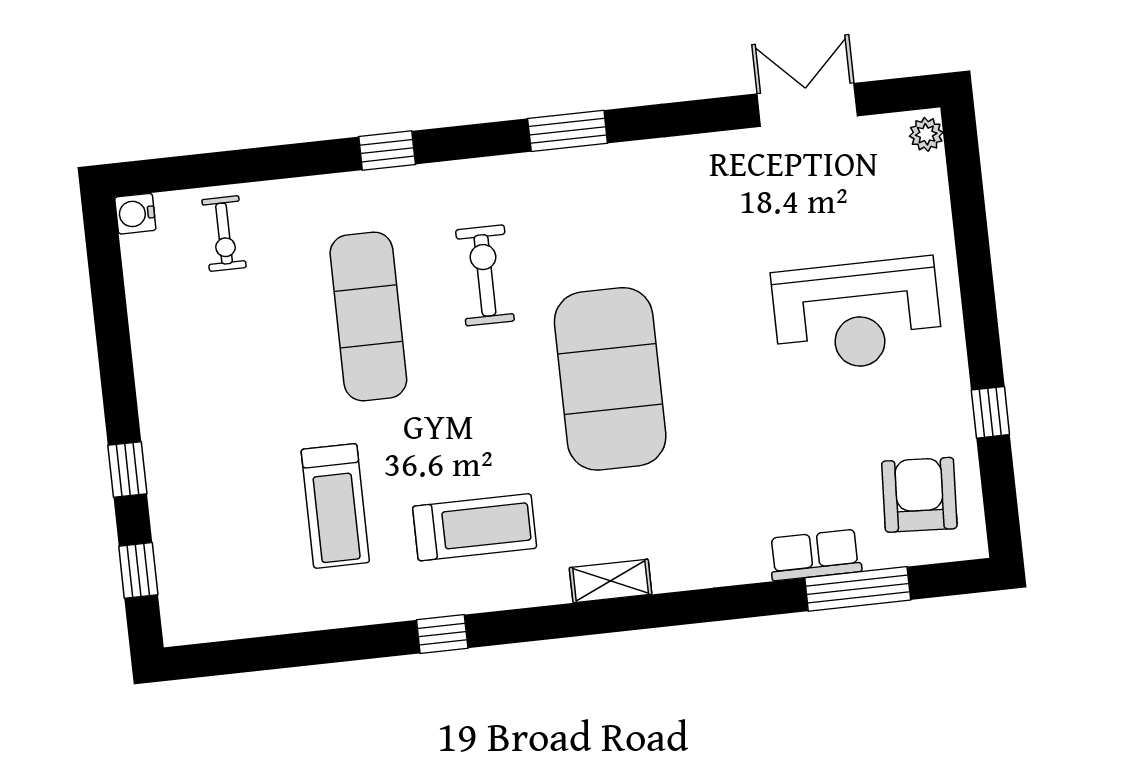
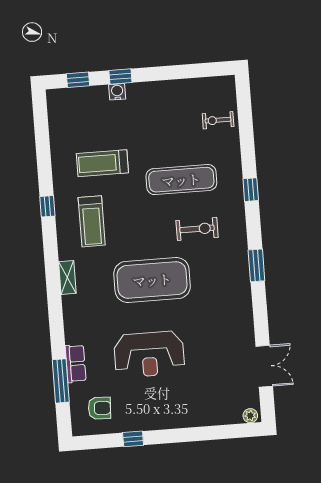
water cooler: (135, 214) -> (117, 92), moved
reception desk: (857, 315) -> (149, 354), moved, turned -90
armchair: (919, 495) -> (99, 408), width x0.72, depth x0.72

